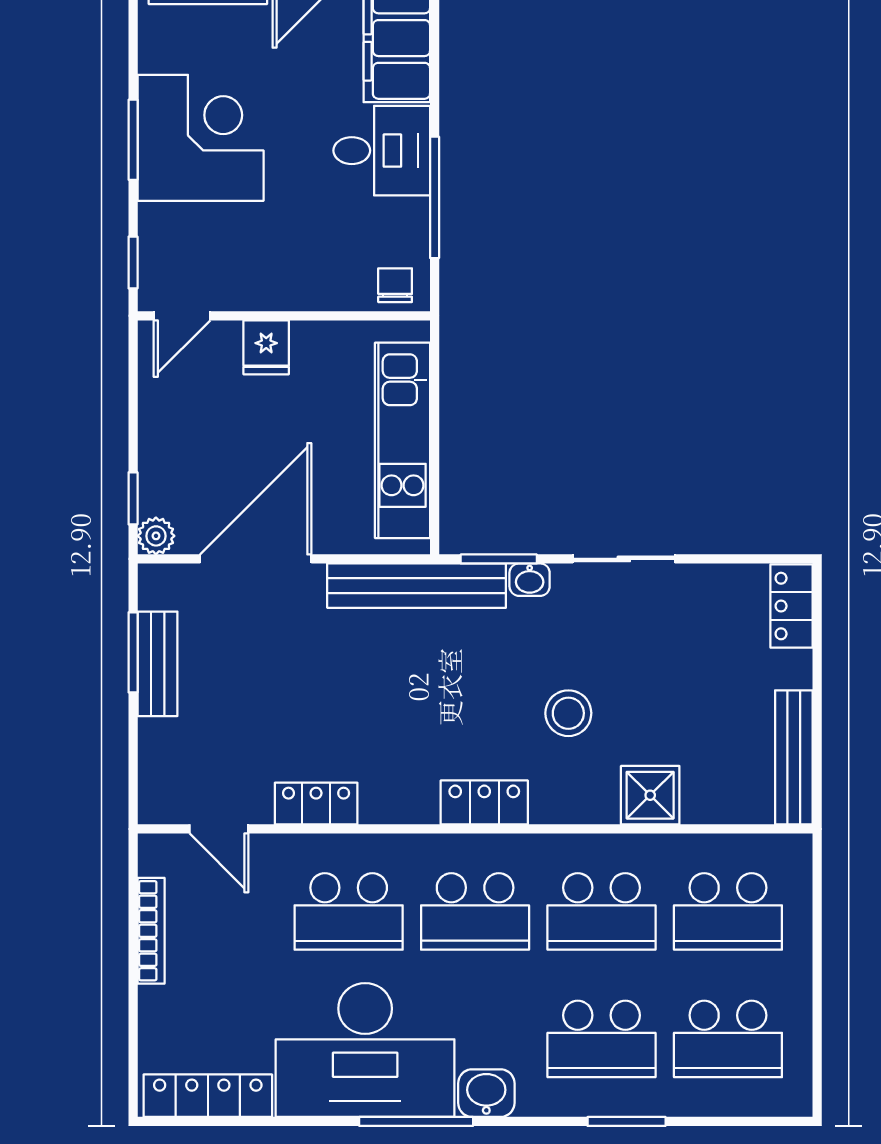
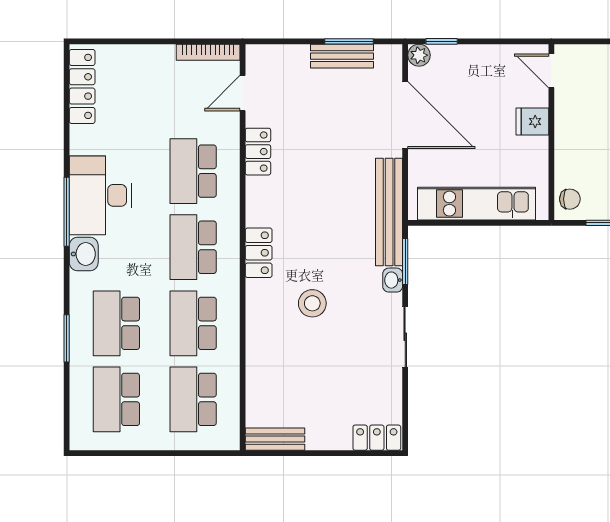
window: (133, 263) -> (584, 41), removed
bench: (794, 757) -> (275, 439), width x0.73
shower: (650, 795) -> (263, 353), removed
bookcase: (151, 931) -> (208, 52), moved
desk: (365, 1050) -> (100, 195), width x0.73, depth x0.77

